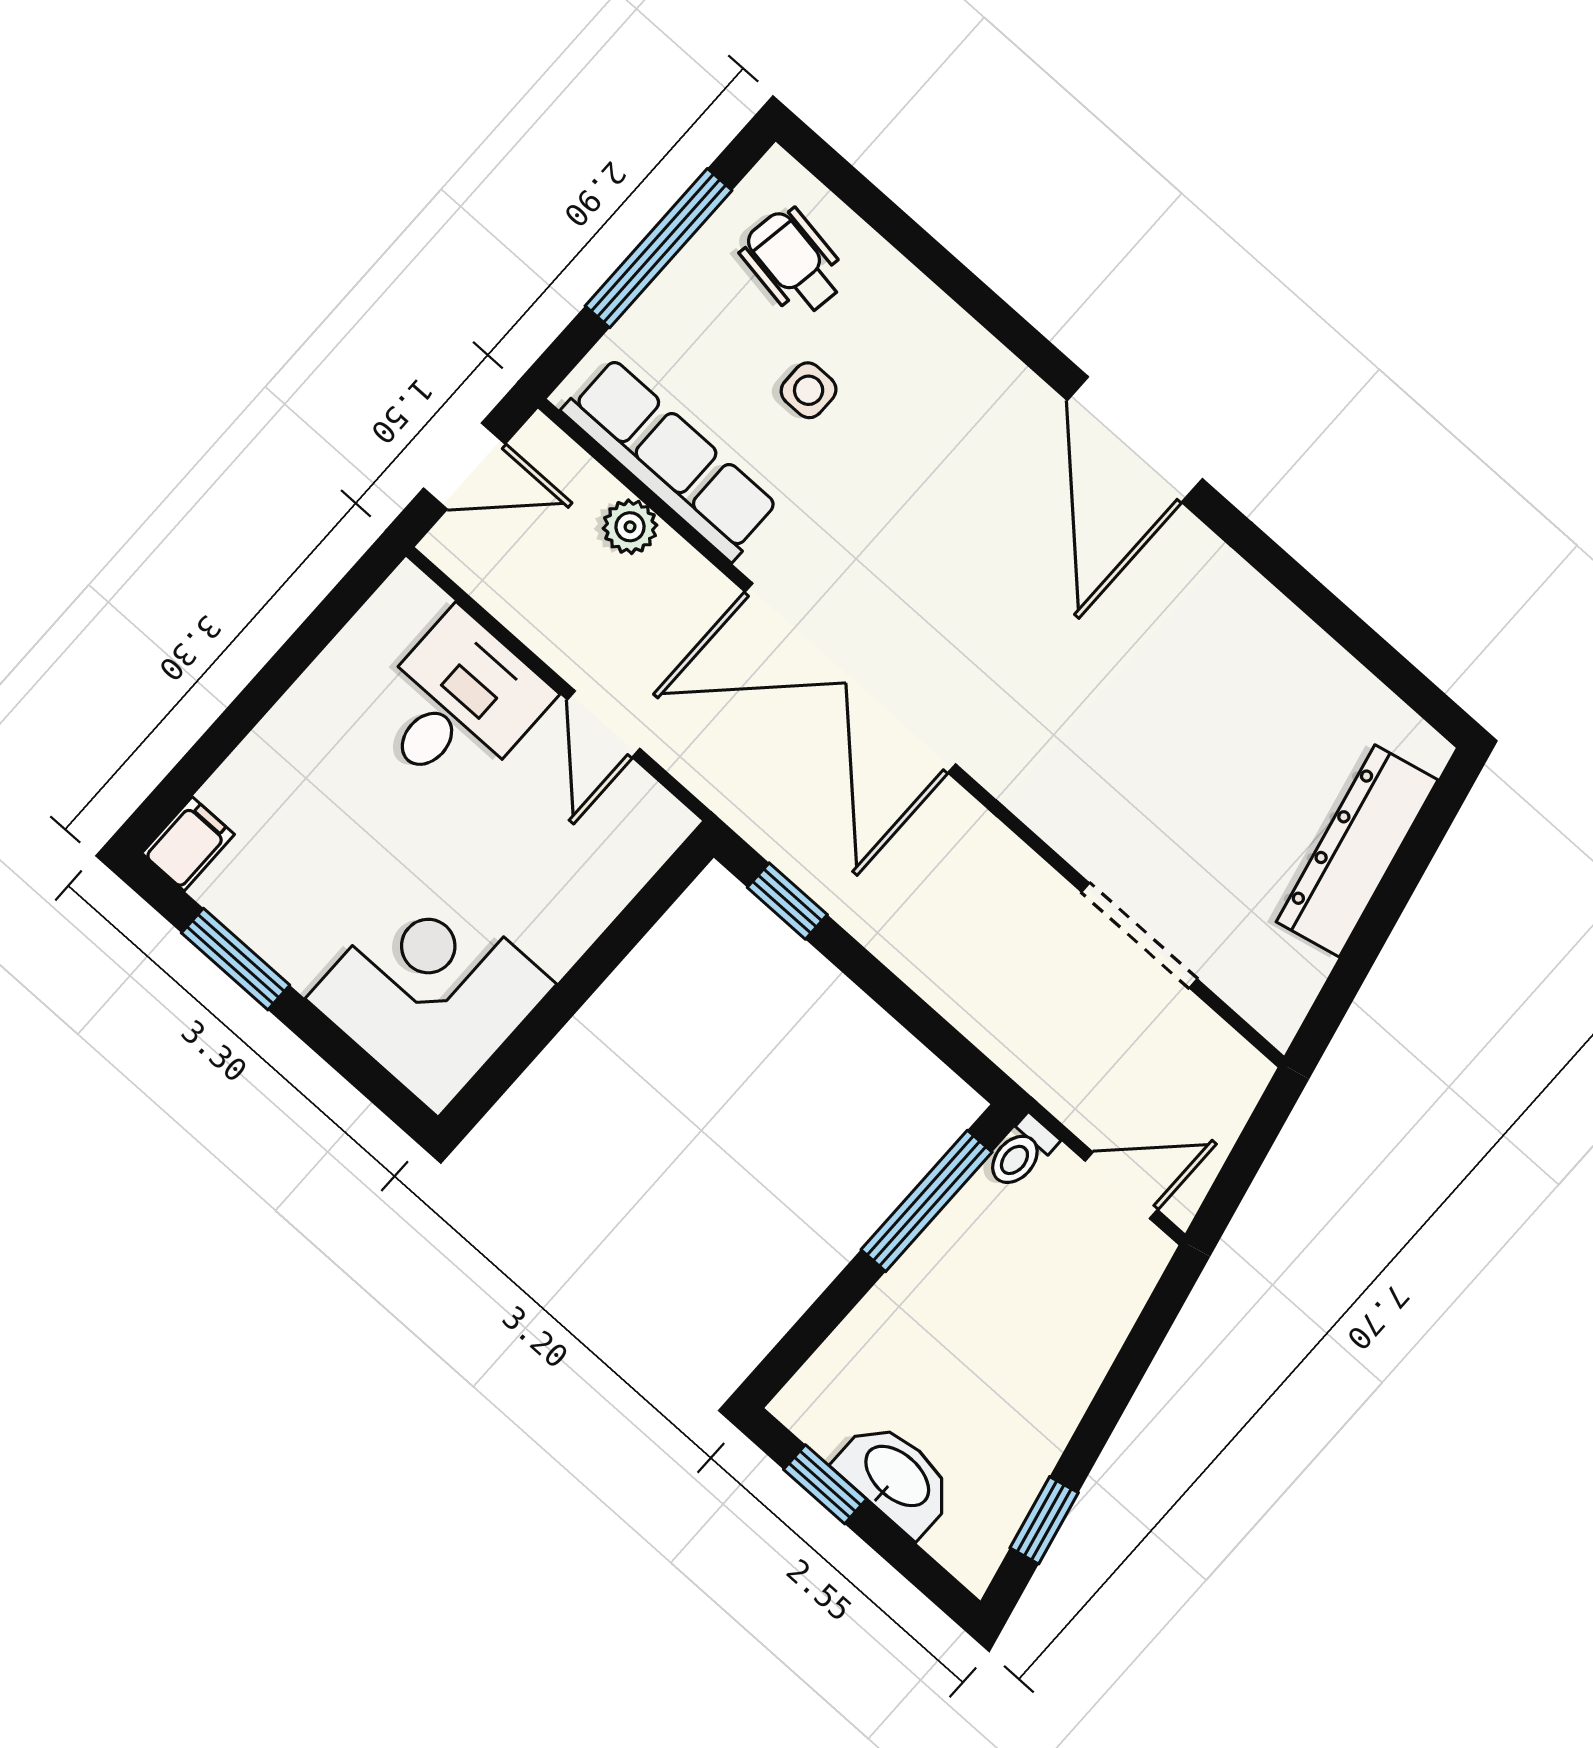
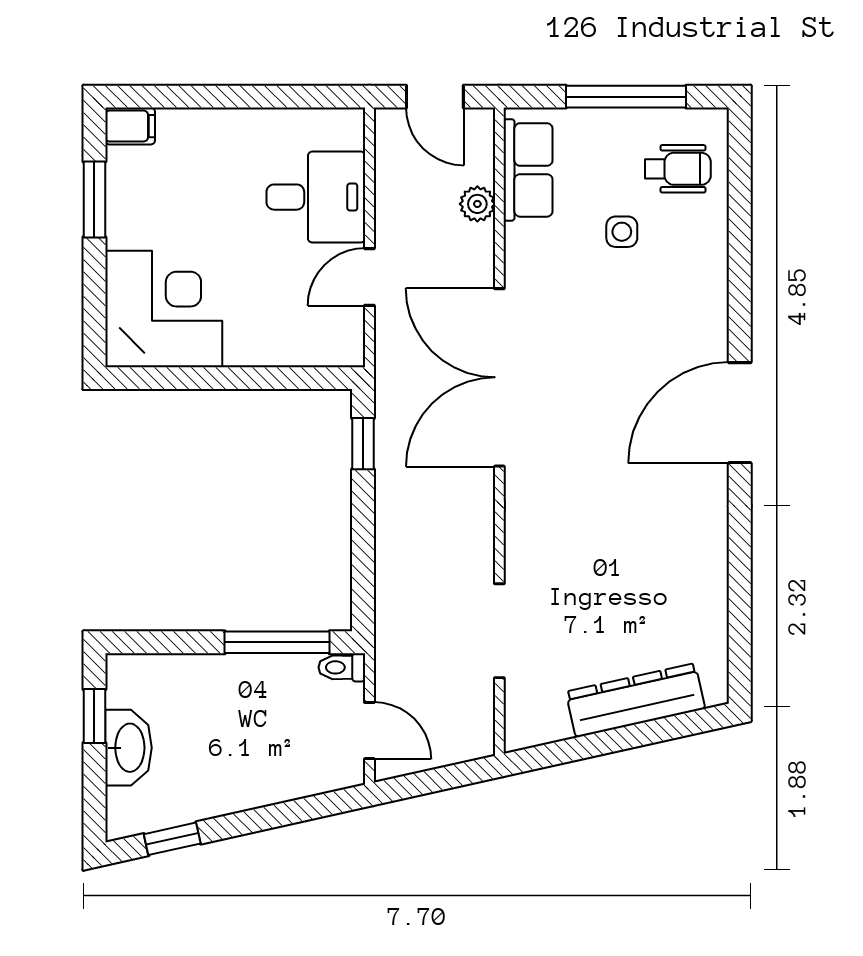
wheelchair: (794, 262) -> (678, 169), turned 81
row of seats: (671, 459) -> (528, 170), width x0.68

